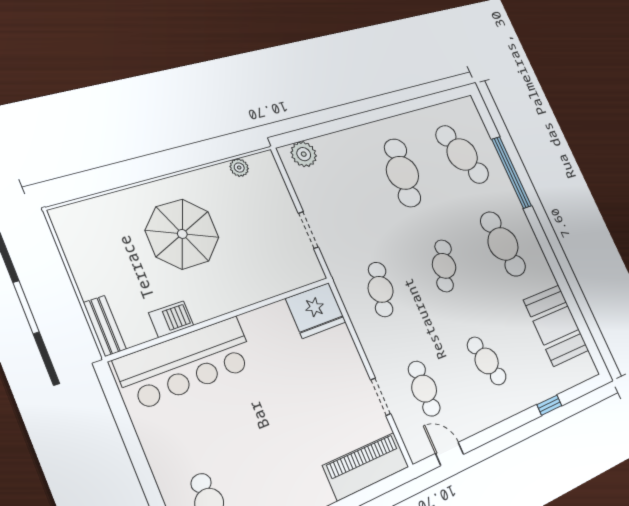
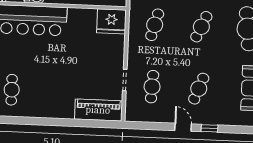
cafe table: (487, 361) -> (199, 89), turned 36
window: (549, 405) -> (210, 128), moved
door: (450, 454) -> (183, 127), moved

